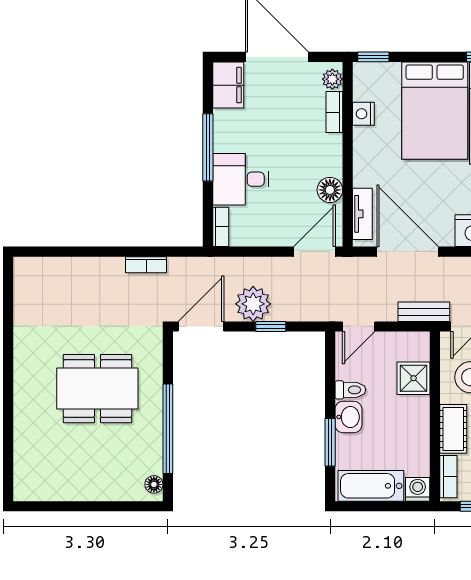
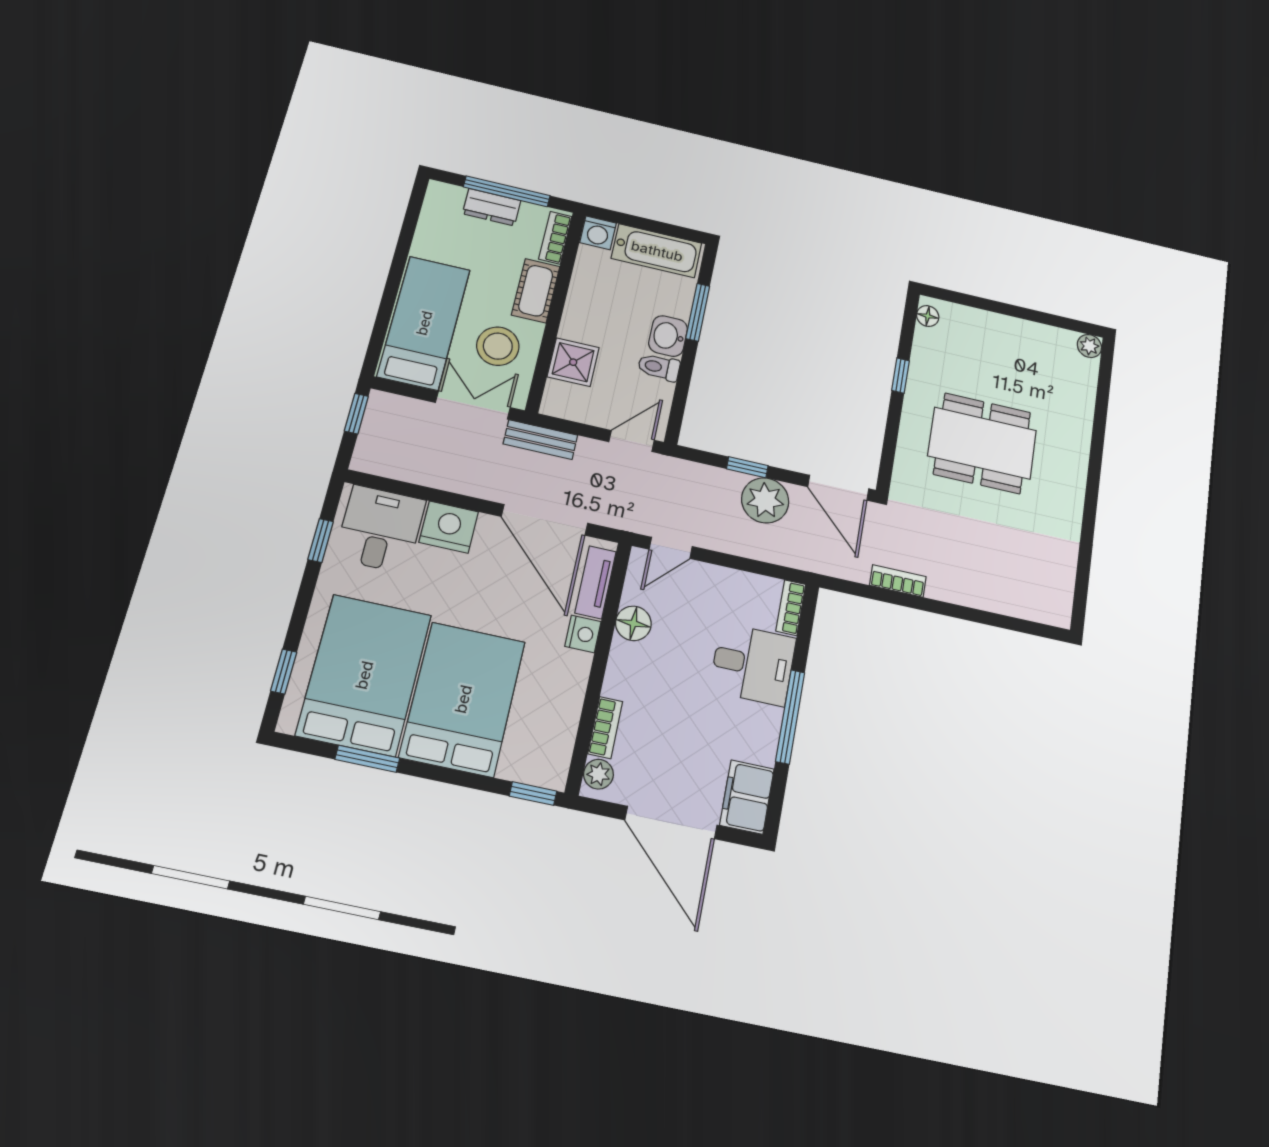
nightstand: (363, 114) -> (583, 634), moved
door: (315, 252) -> (671, 548), width x0.73
door: (201, 326) -> (838, 488), hinge flipped
window: (168, 429) -> (900, 376), width x0.32
plant: (23, 491) -> (1089, 346), added

